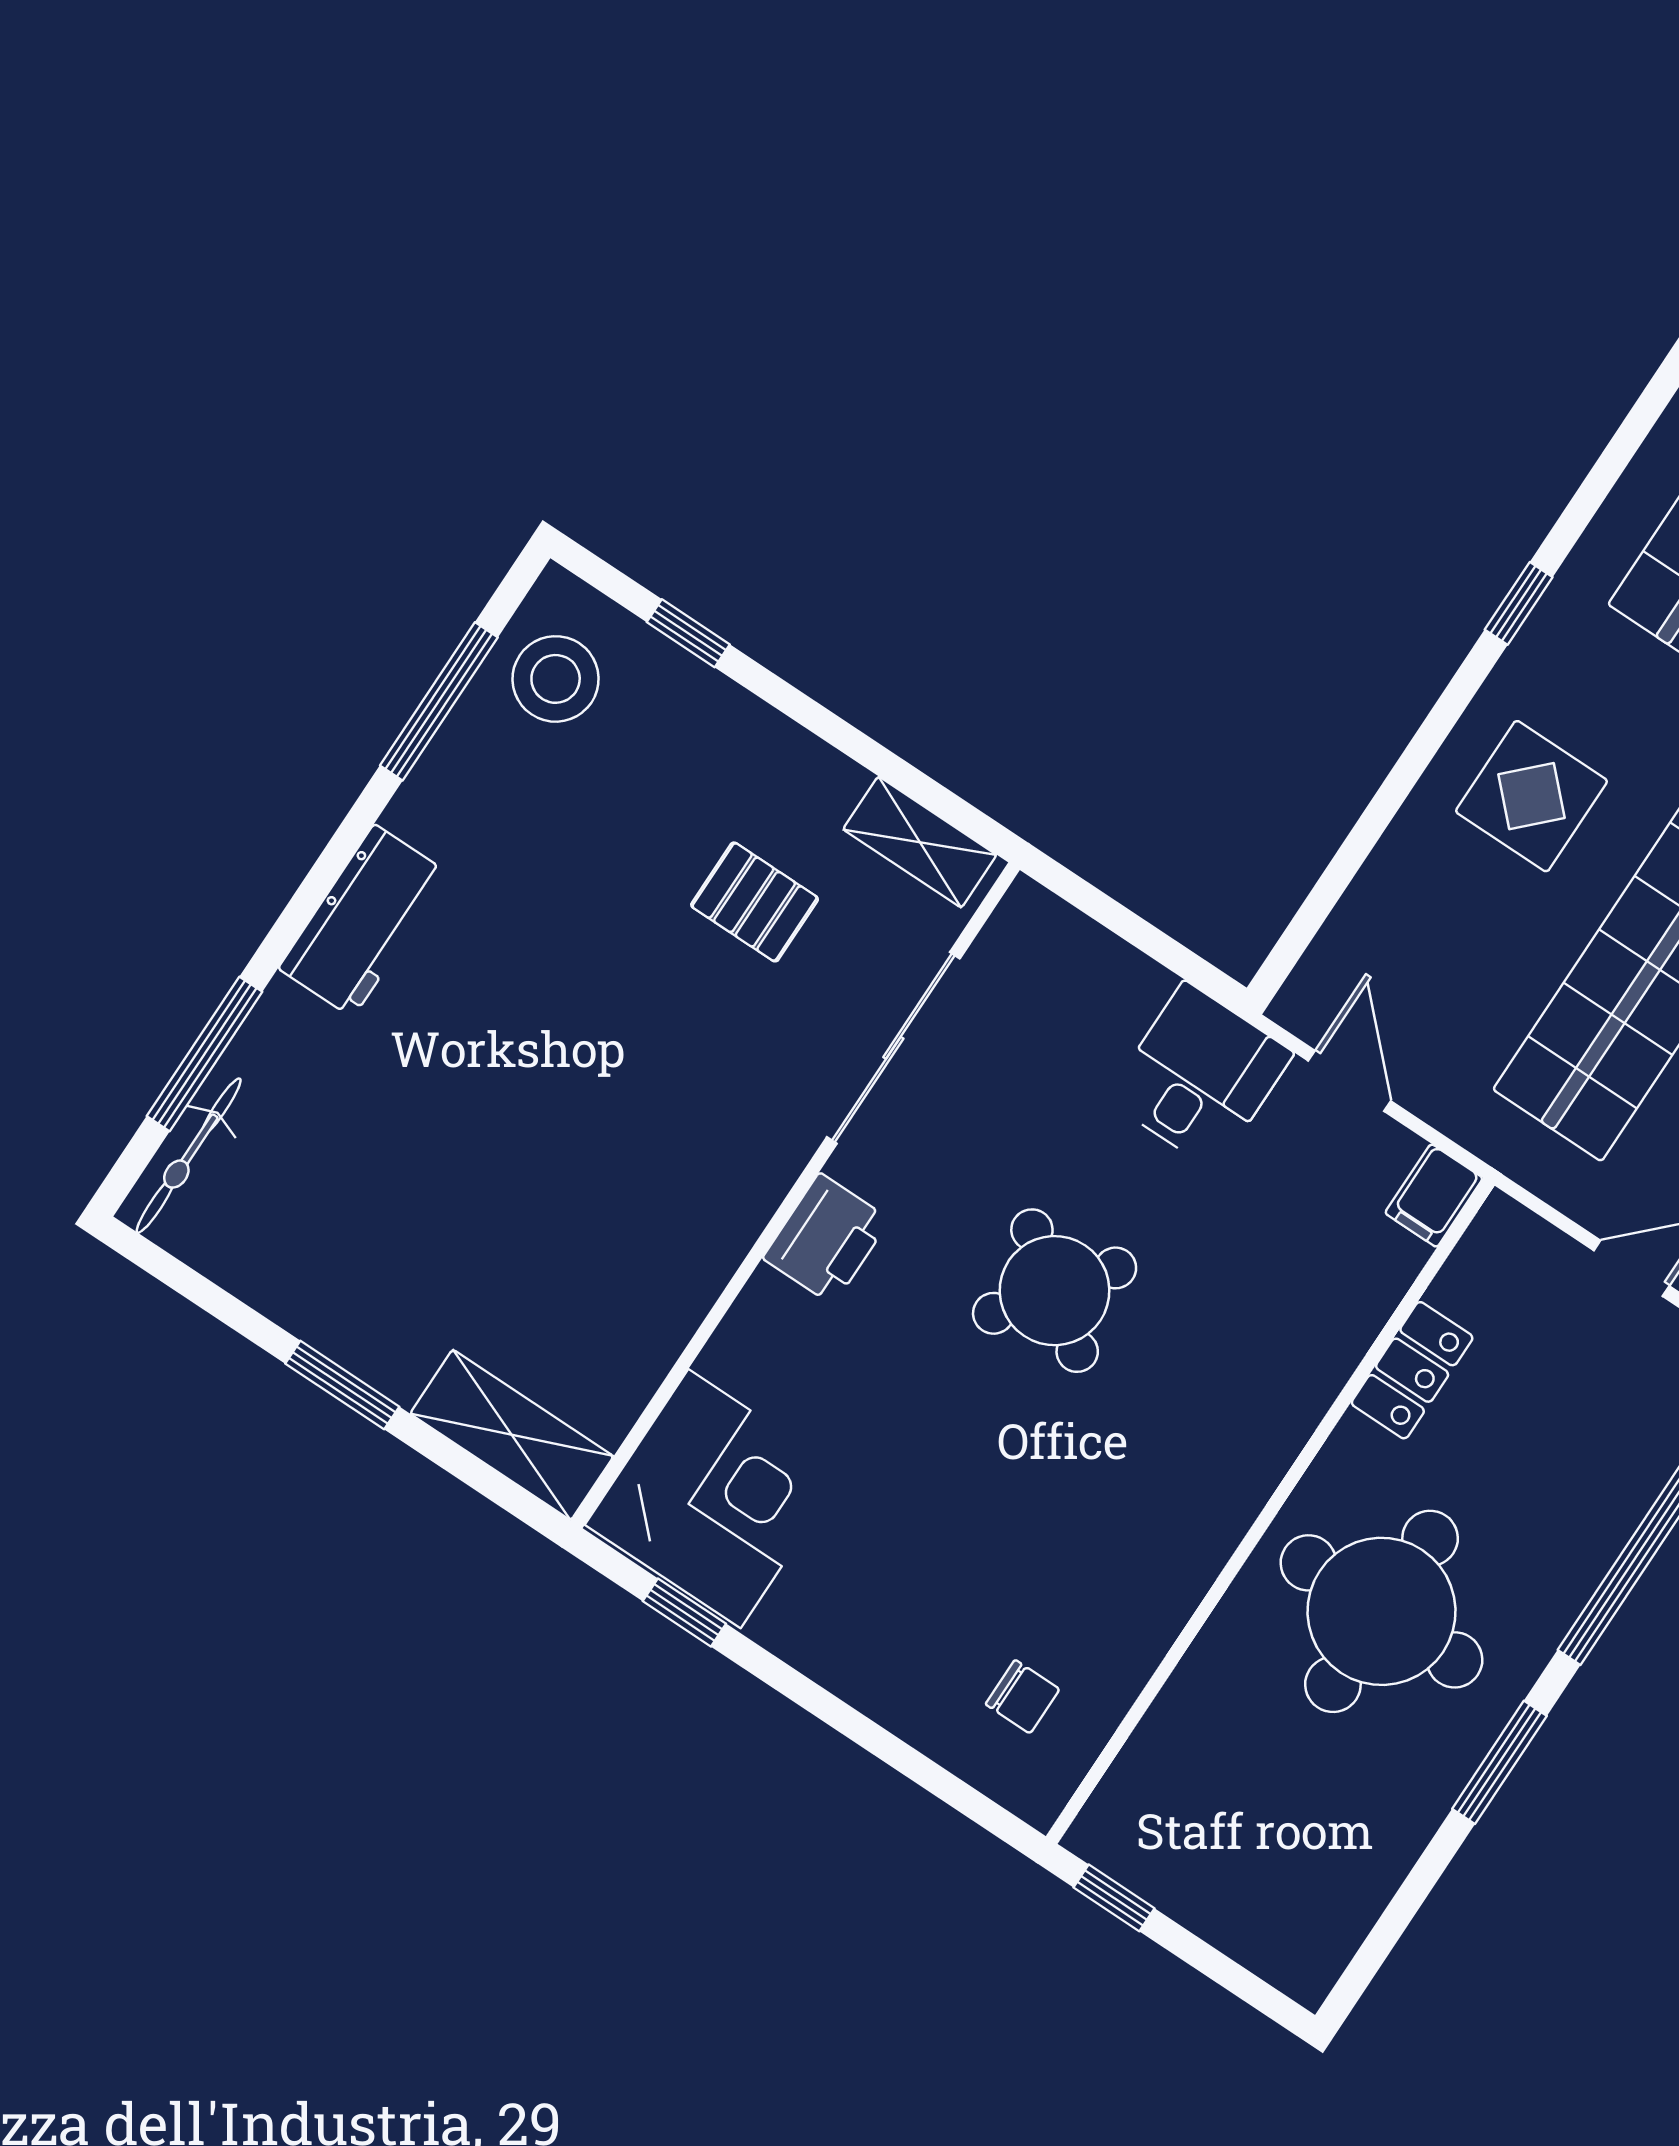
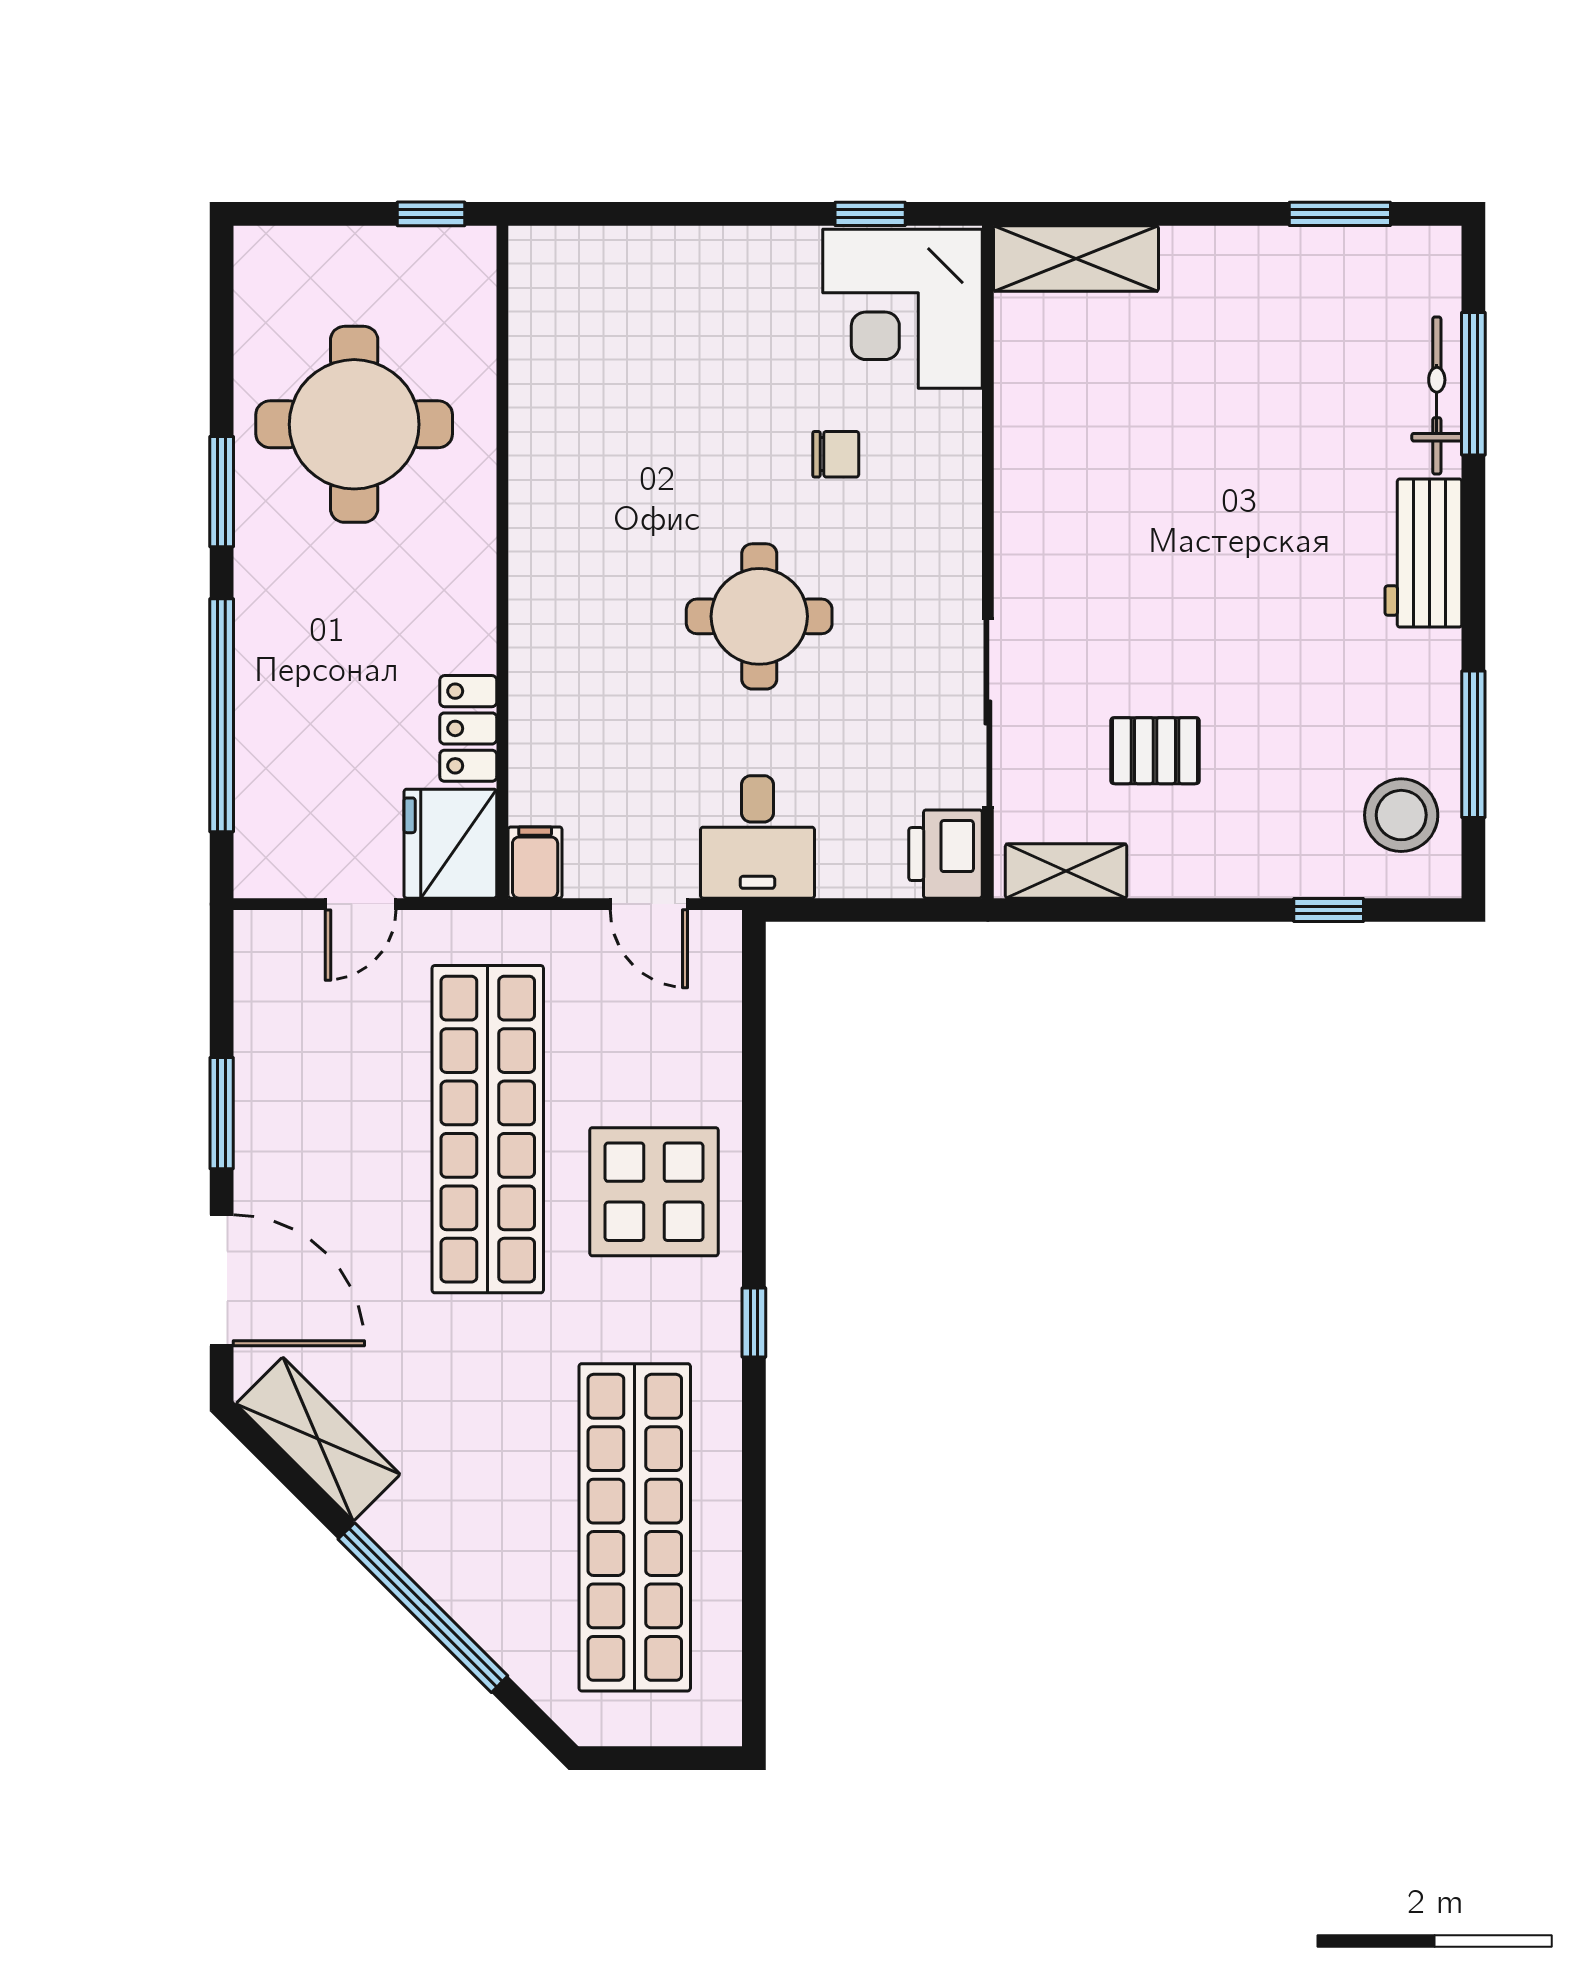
display table: (1532, 796) -> (654, 1192), width x1.36, depth x1.36
bicycle: (189, 1156) -> (1437, 395), moved
printer: (826, 1239) -> (945, 854), moved
fridge: (1505, 1269) -> (450, 844), added
round table: (1055, 1291) -> (759, 616), turned -36
window: (342, 1385) -> (1340, 214), moved
round table: (1382, 1611) -> (354, 424), moved
chair: (1023, 1697) -> (836, 454), moved, turned 180

